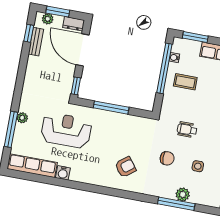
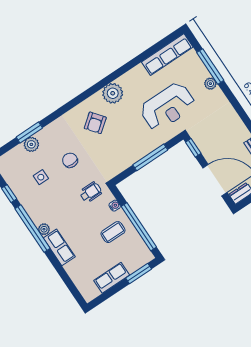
water cooler: (174, 58) -> (115, 206), moved
wheelchair: (187, 130) -> (91, 192), moved
chair: (167, 158) -> (70, 160), turned 92
water cooler: (63, 173) -> (138, 72), removed
plant: (94, 175) -> (113, 93), added
window: (176, 204) -> (29, 133), width x0.69

